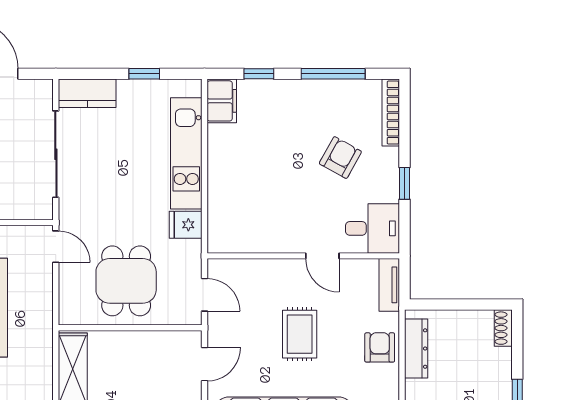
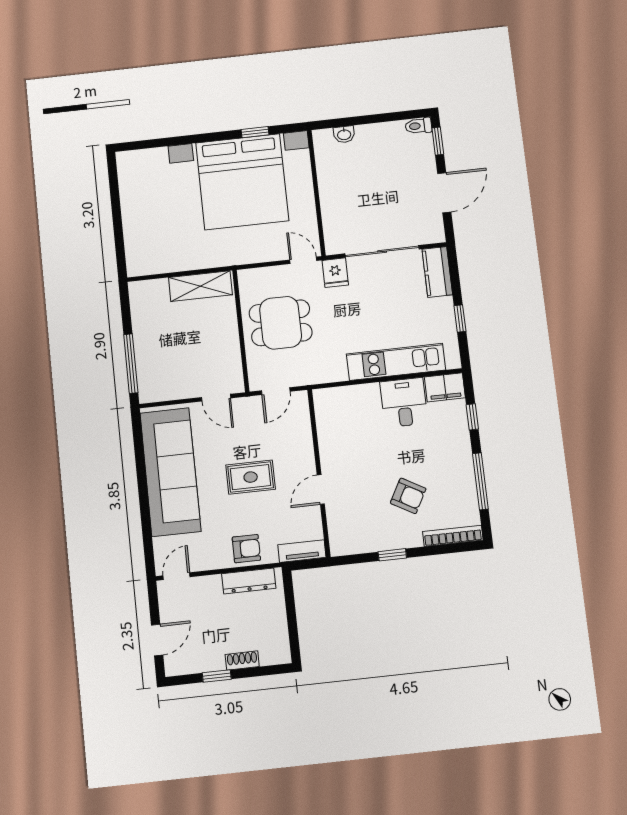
fridge: (186, 225) -> (335, 273), moved, turned 180
desk: (373, 228) -> (404, 403), moved, turned 180
door: (56, 247) -> (303, 260), swing flipped
shoe rack: (503, 328) -> (242, 660), moved

